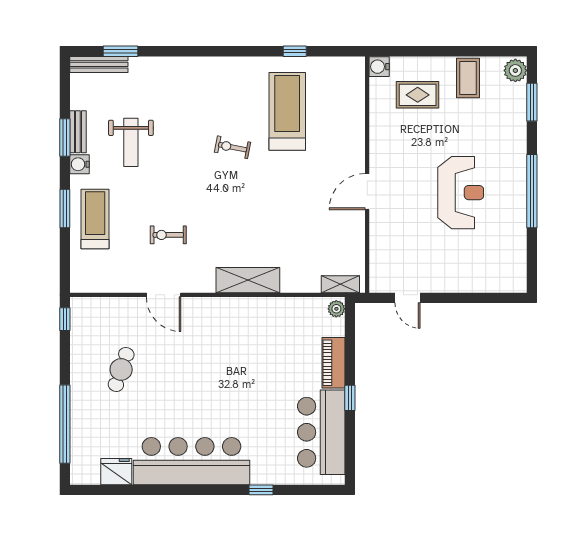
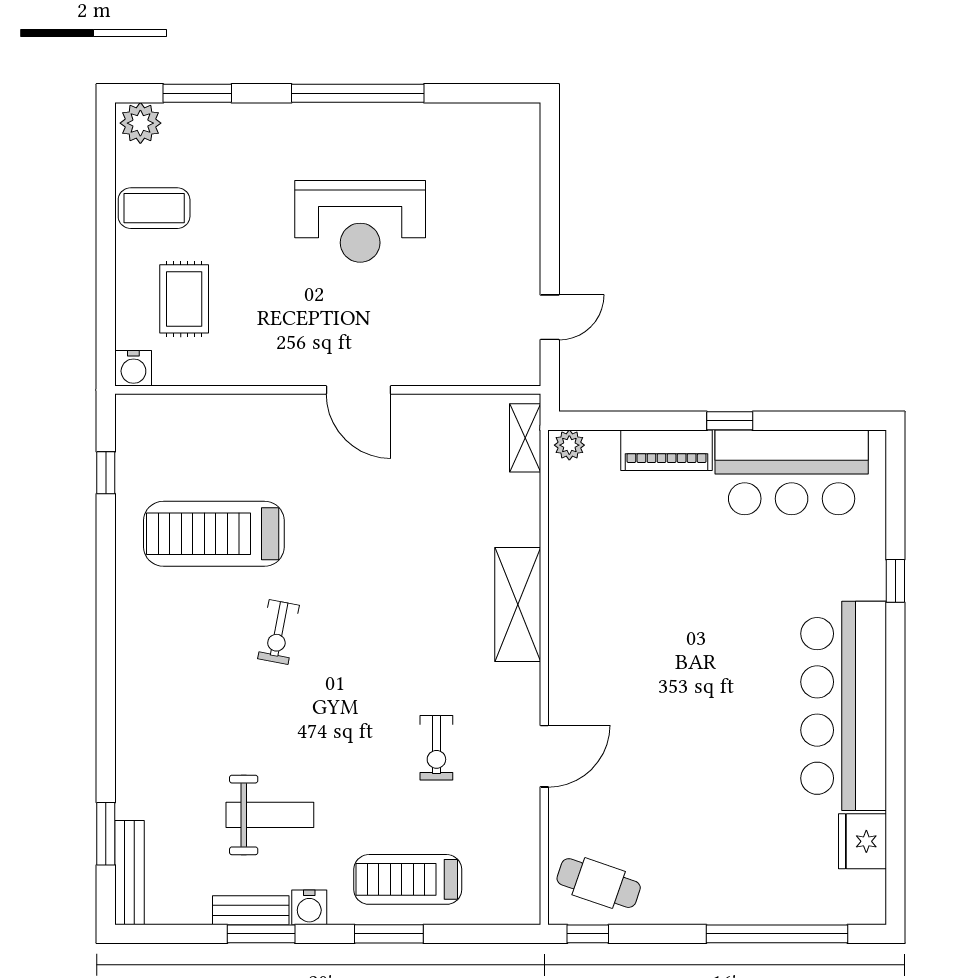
window: (295, 51) -> (106, 473), moved
reception desk: (461, 193) -> (360, 221), turned 180
cafe table: (121, 369) -> (599, 883), moved

